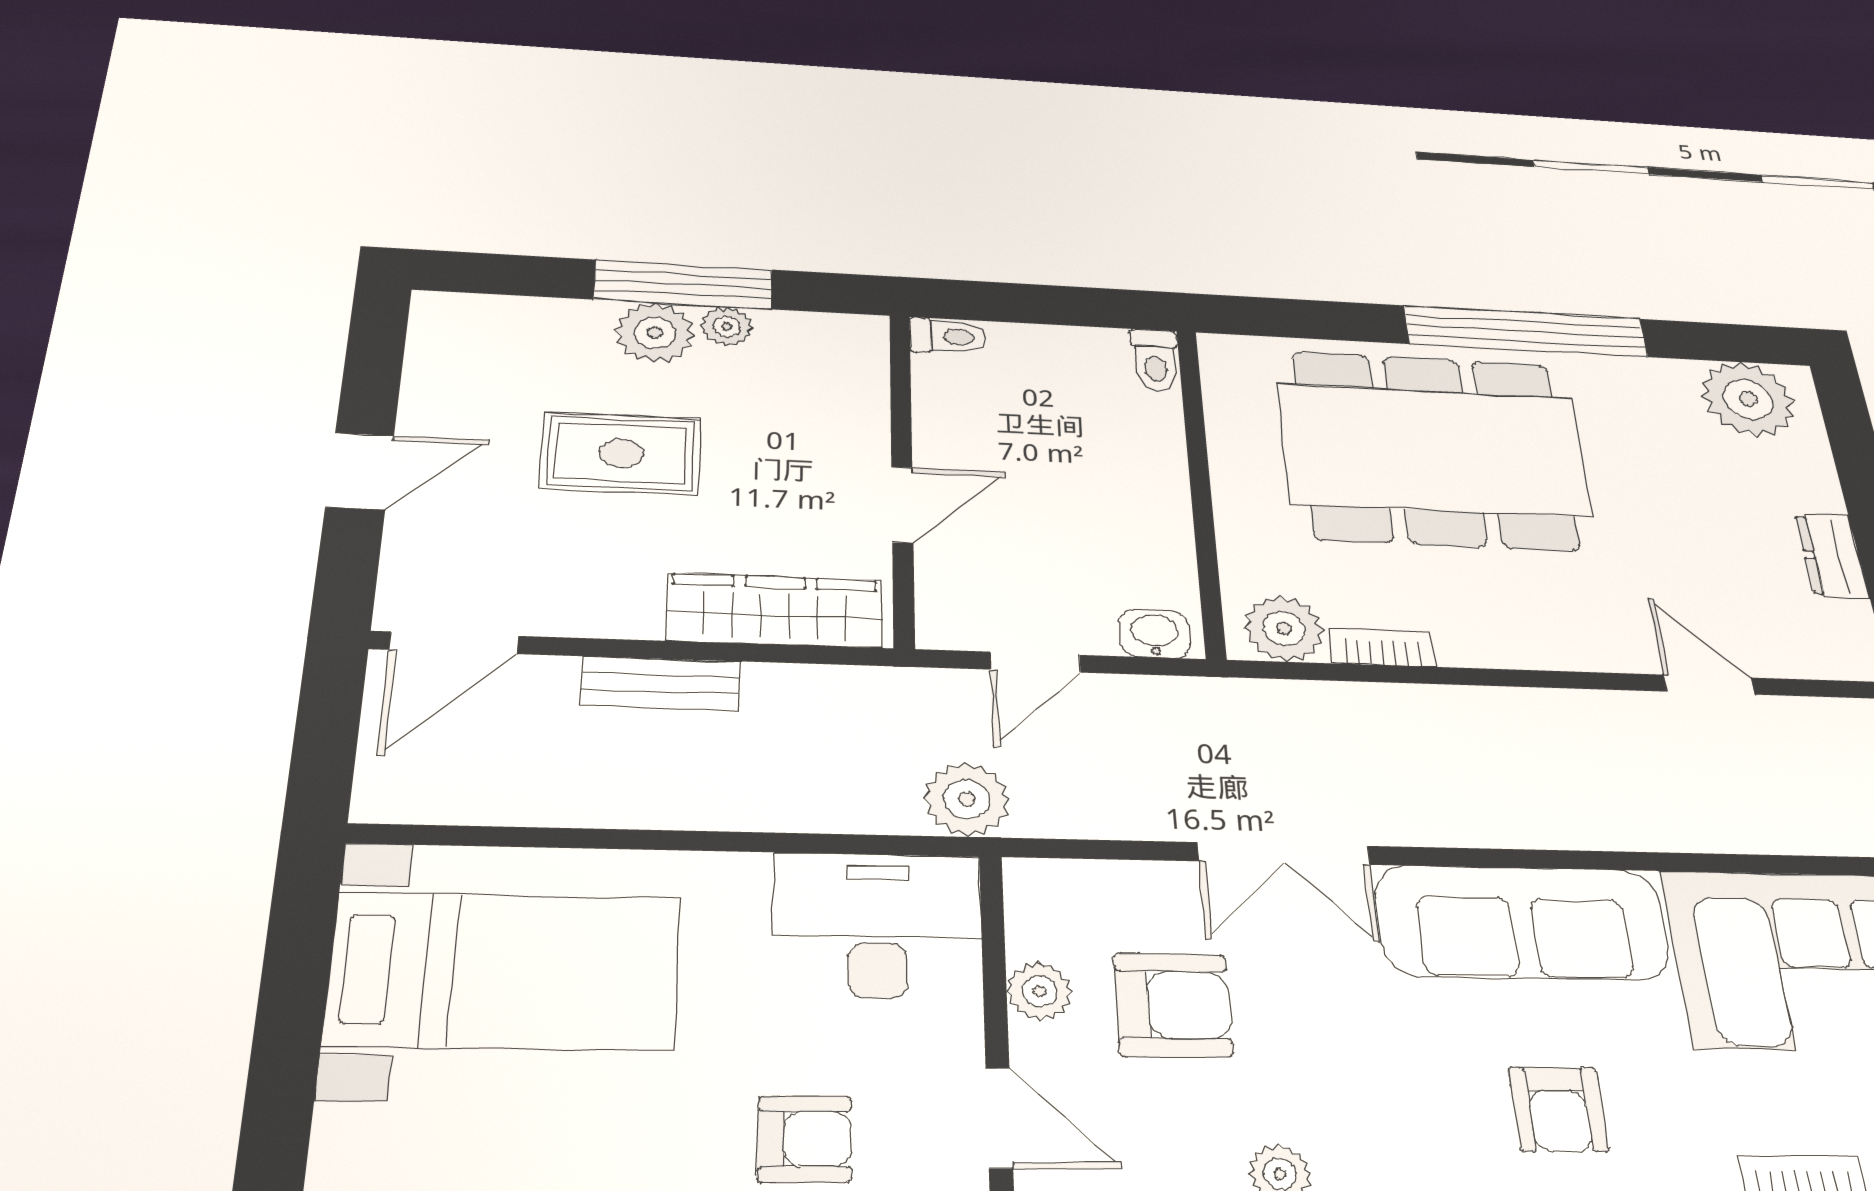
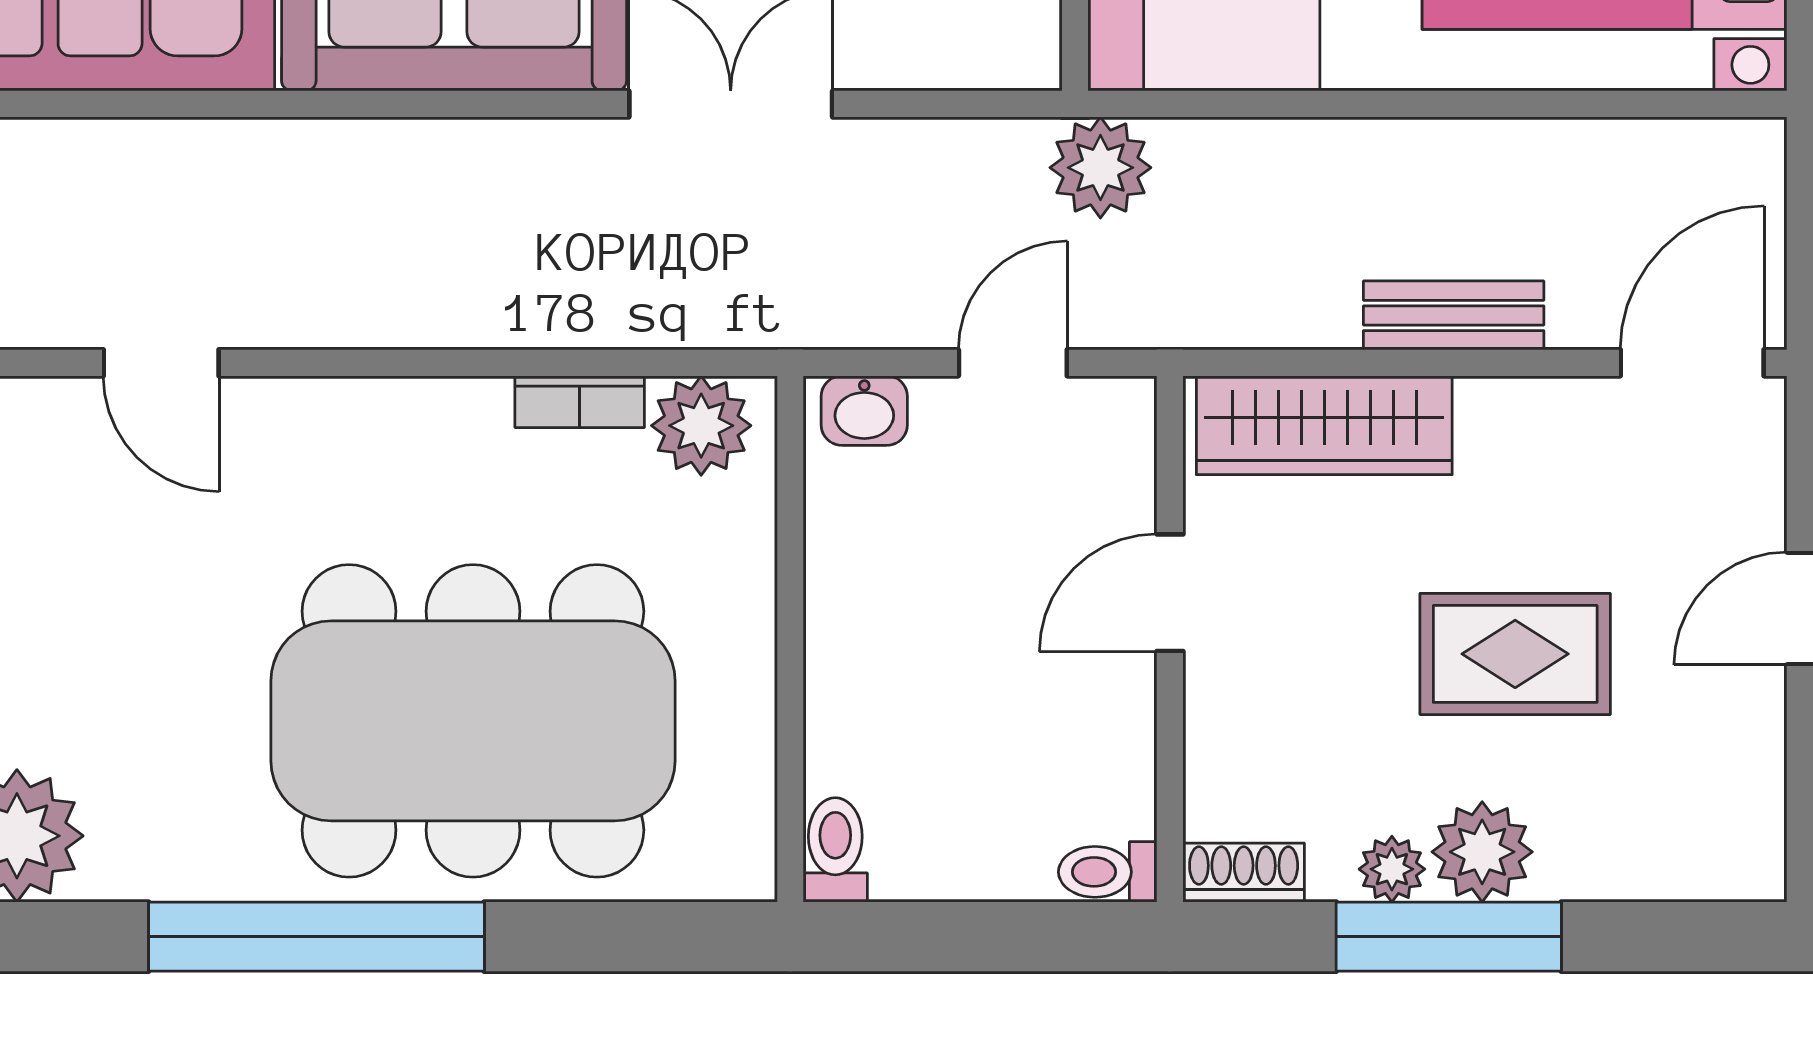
shoe rack: (843, 330) -> (1244, 873), added

